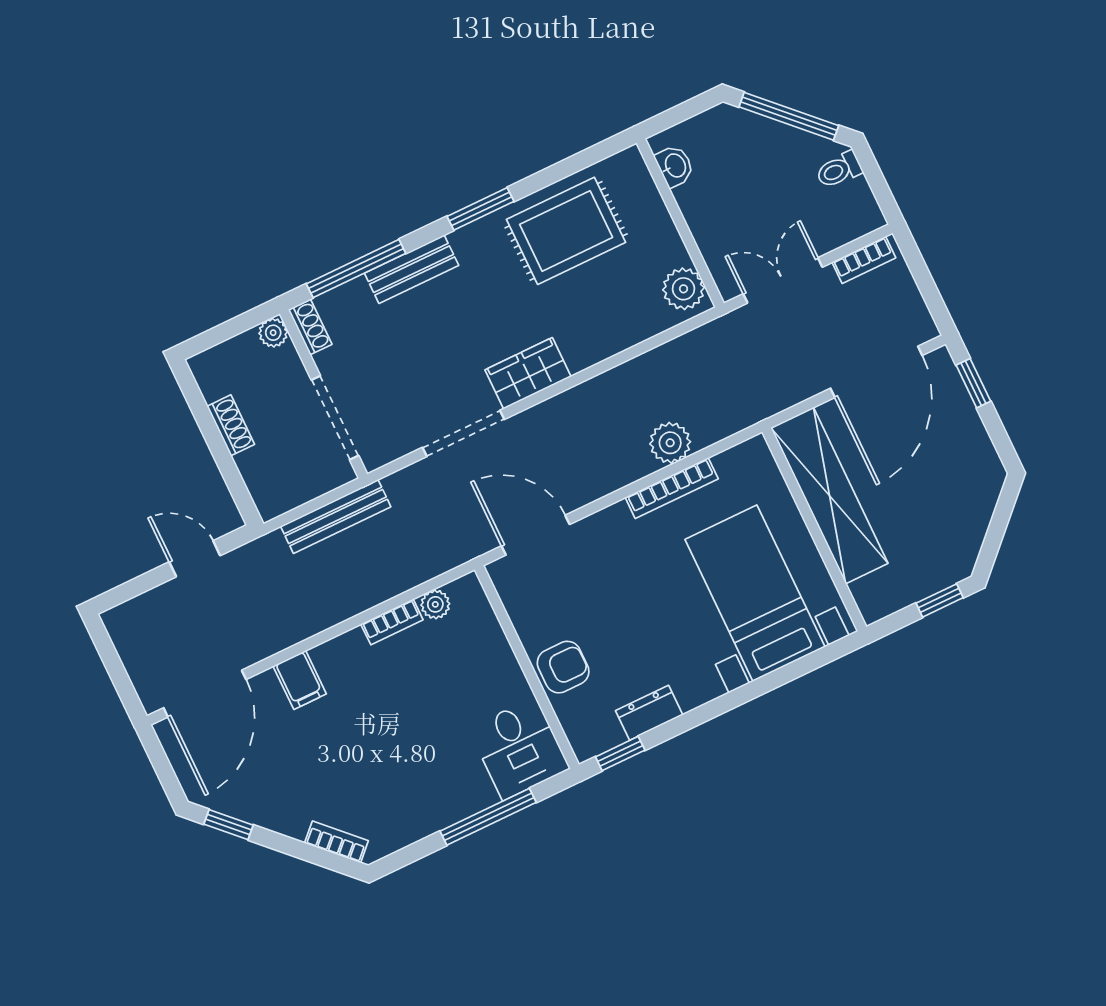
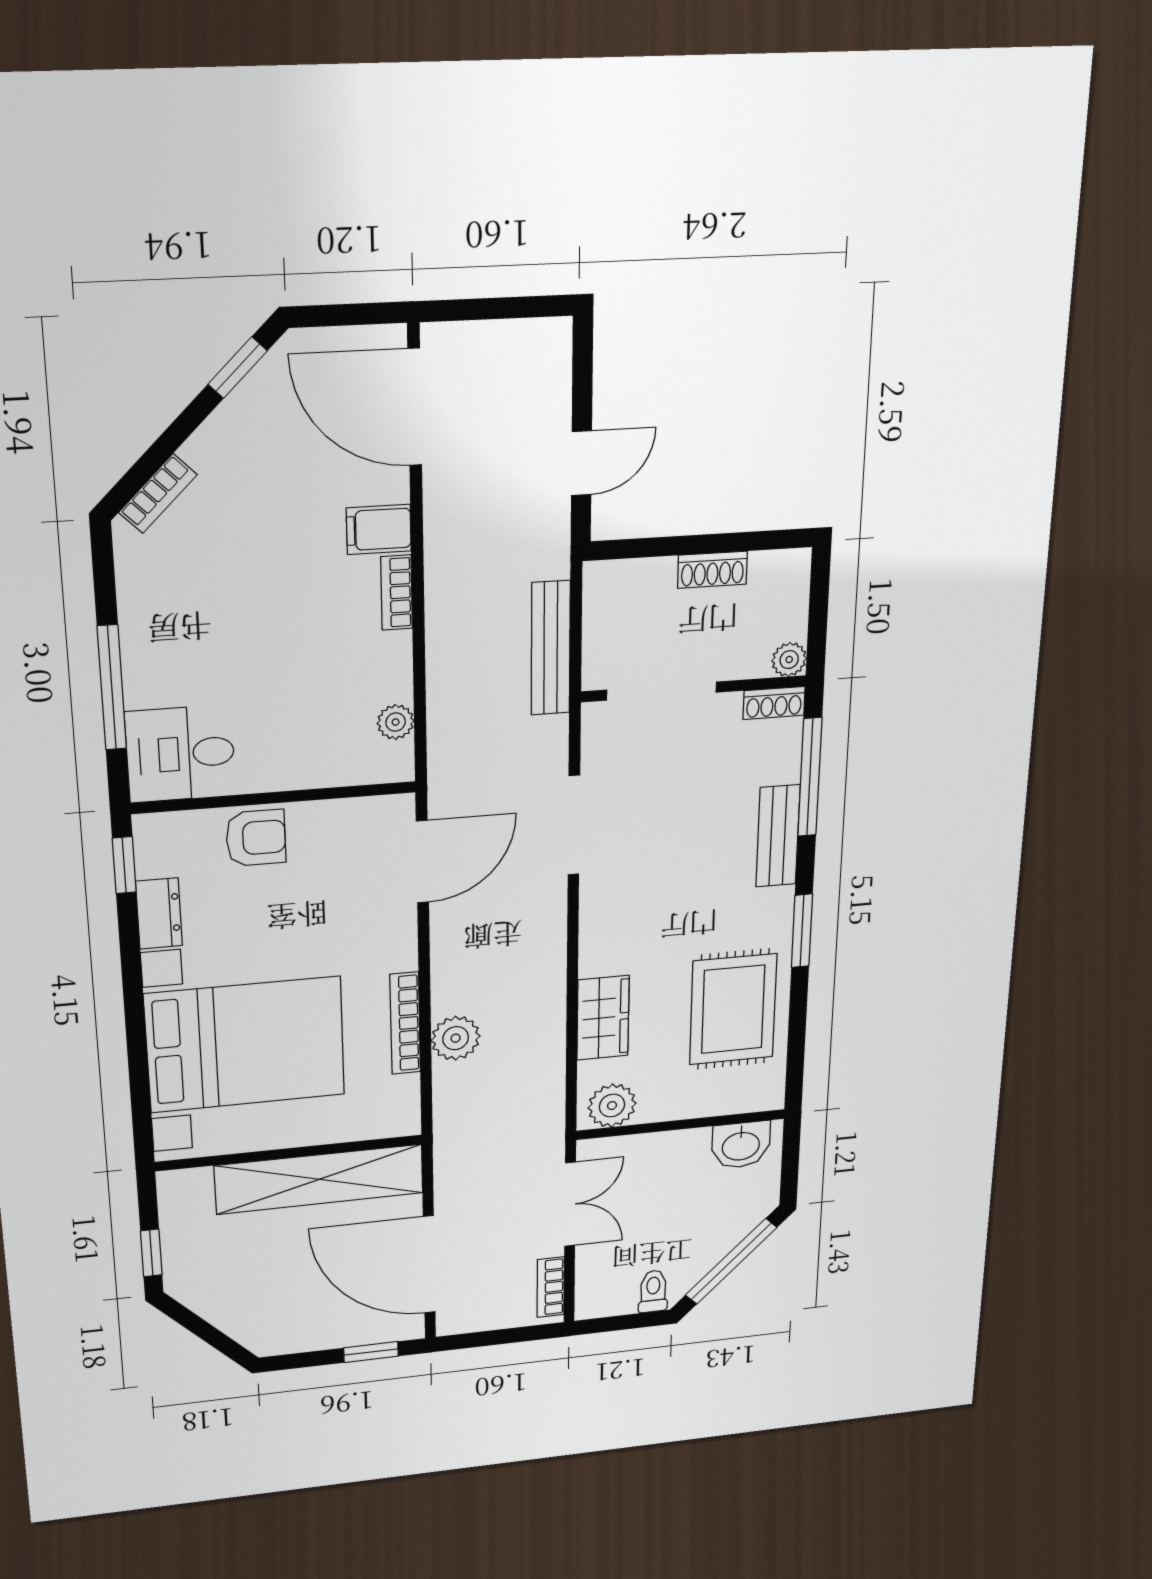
washbasin: (675, 166) -> (741, 1145), width x1.38, depth x1.45
wardrobe: (528, 373) -> (603, 1018), moved
bed with nightstands: (755, 593) -> (245, 1045), width x1.36
bookcase: (392, 622) -> (397, 593), moved
armchair: (563, 667) -> (256, 838), turned -90

